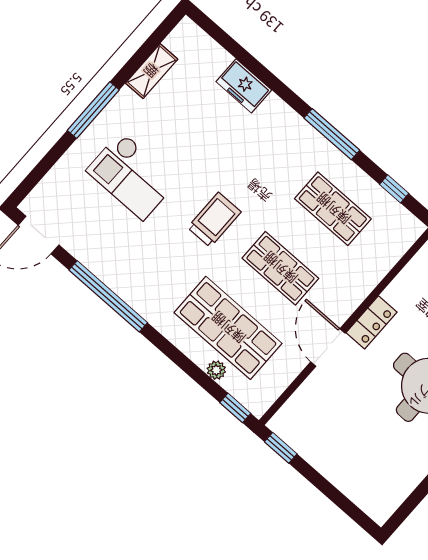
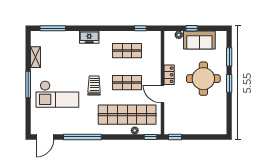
freezer: (244, 86) -> (89, 37), moved
window: (332, 134) -> (53, 28), moved
checkout: (132, 176) -> (57, 94), width x1.36, depth x1.21
shop shelf: (228, 328) -> (127, 115), width x1.40

